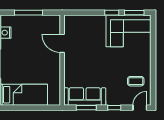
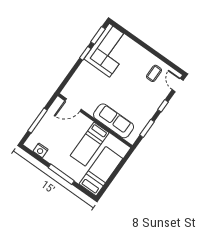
door: (62, 43) -> (73, 105), moved
bed: (40, 69) -> (90, 144), added
sofa: (85, 96) -> (114, 121), moved, turned 90

